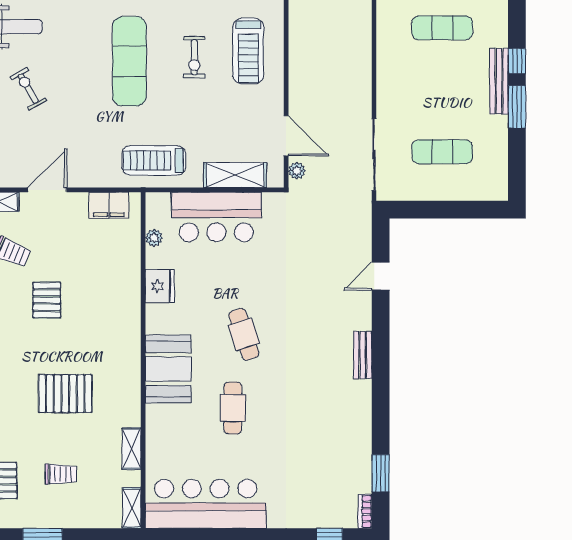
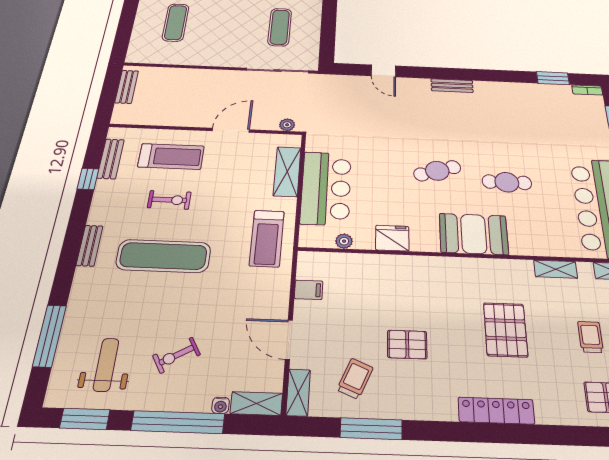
door: (286, 136) -> (231, 130), moved
filing cabinet: (109, 205) -> (309, 290), width x0.50

